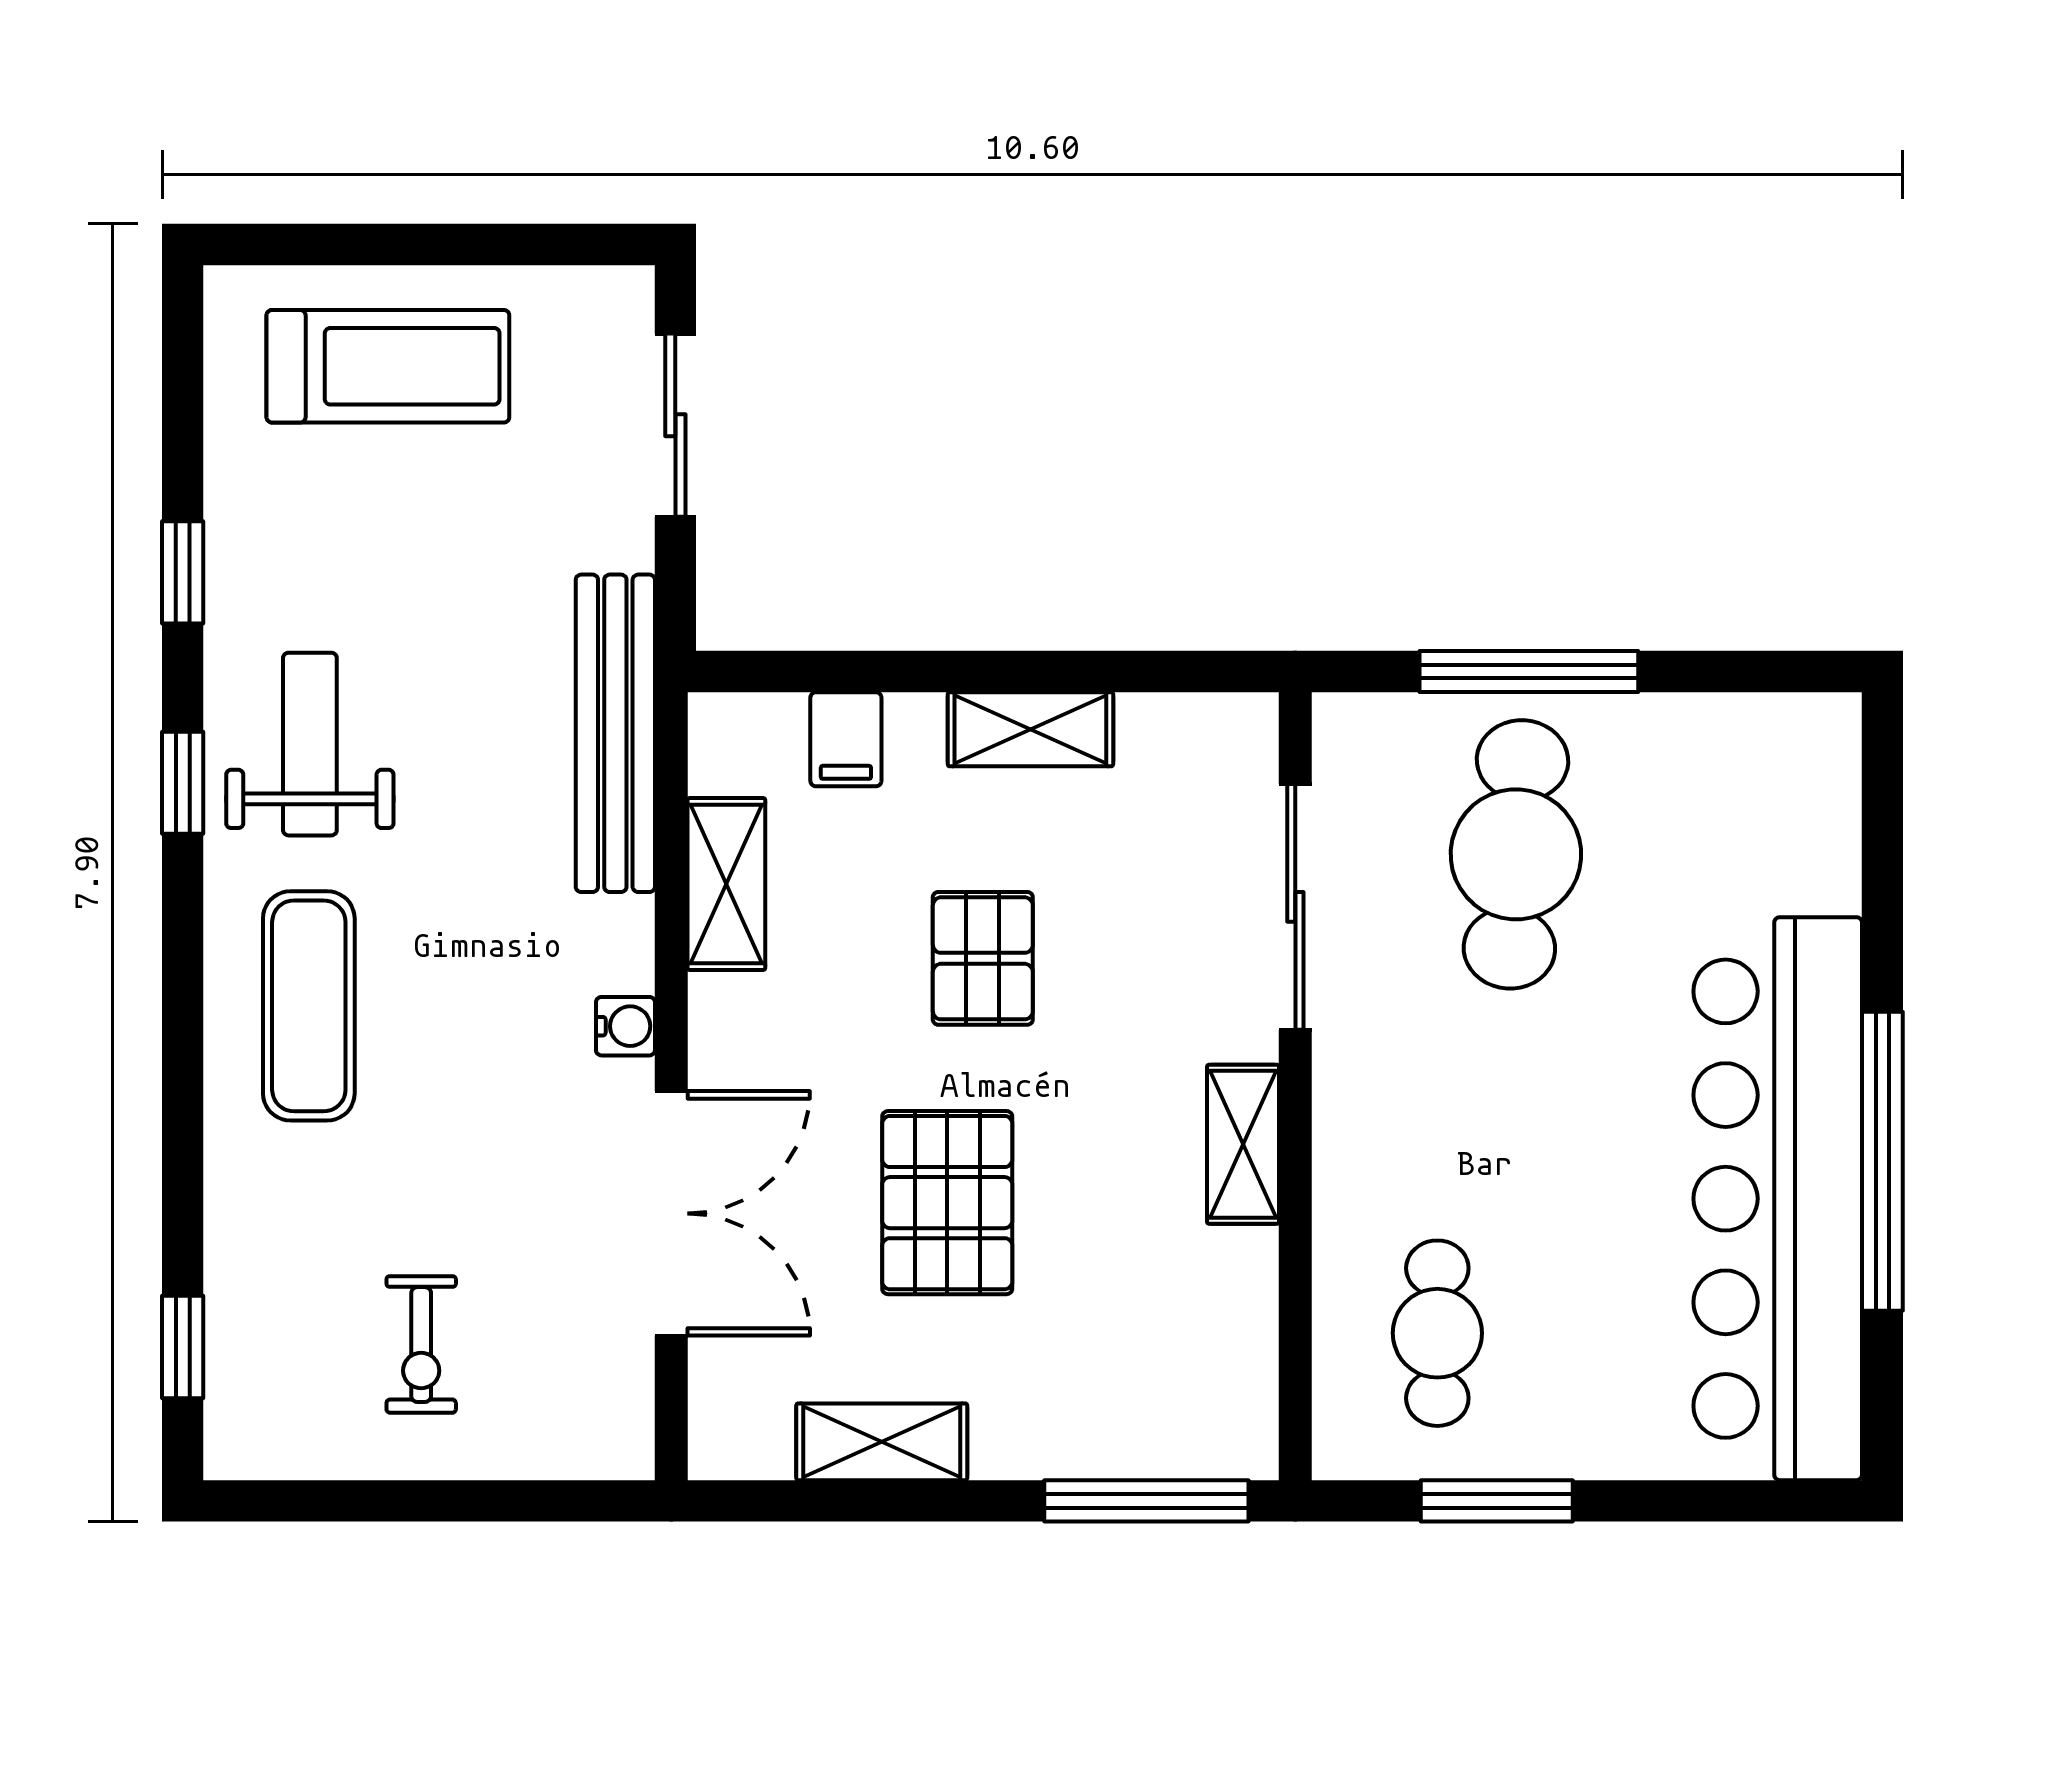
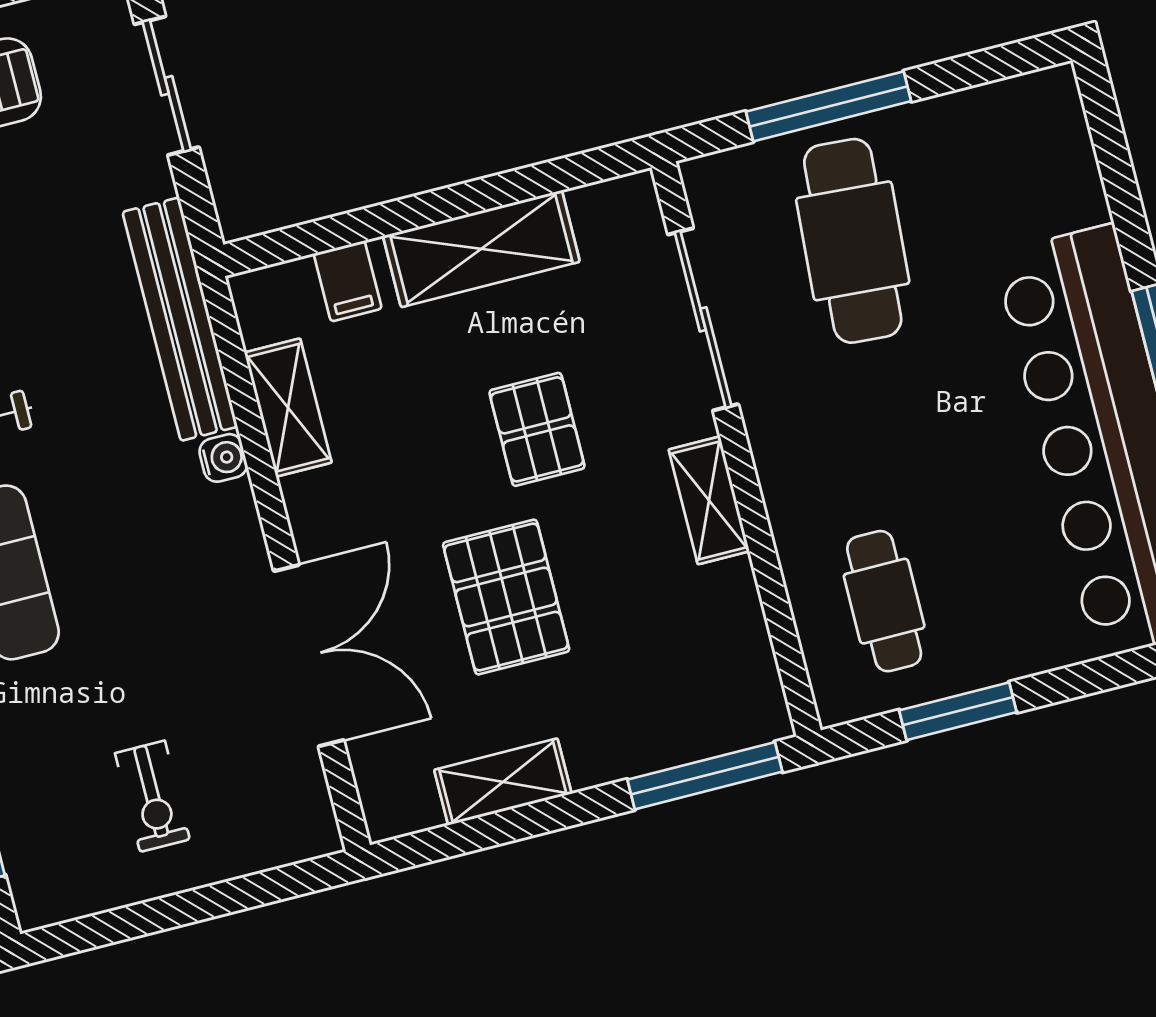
shelving: (1030, 729) -> (481, 249), width x1.50, depth x1.33
pallet: (983, 958) -> (537, 429), moved
water cooler: (625, 1026) -> (223, 458), moved

